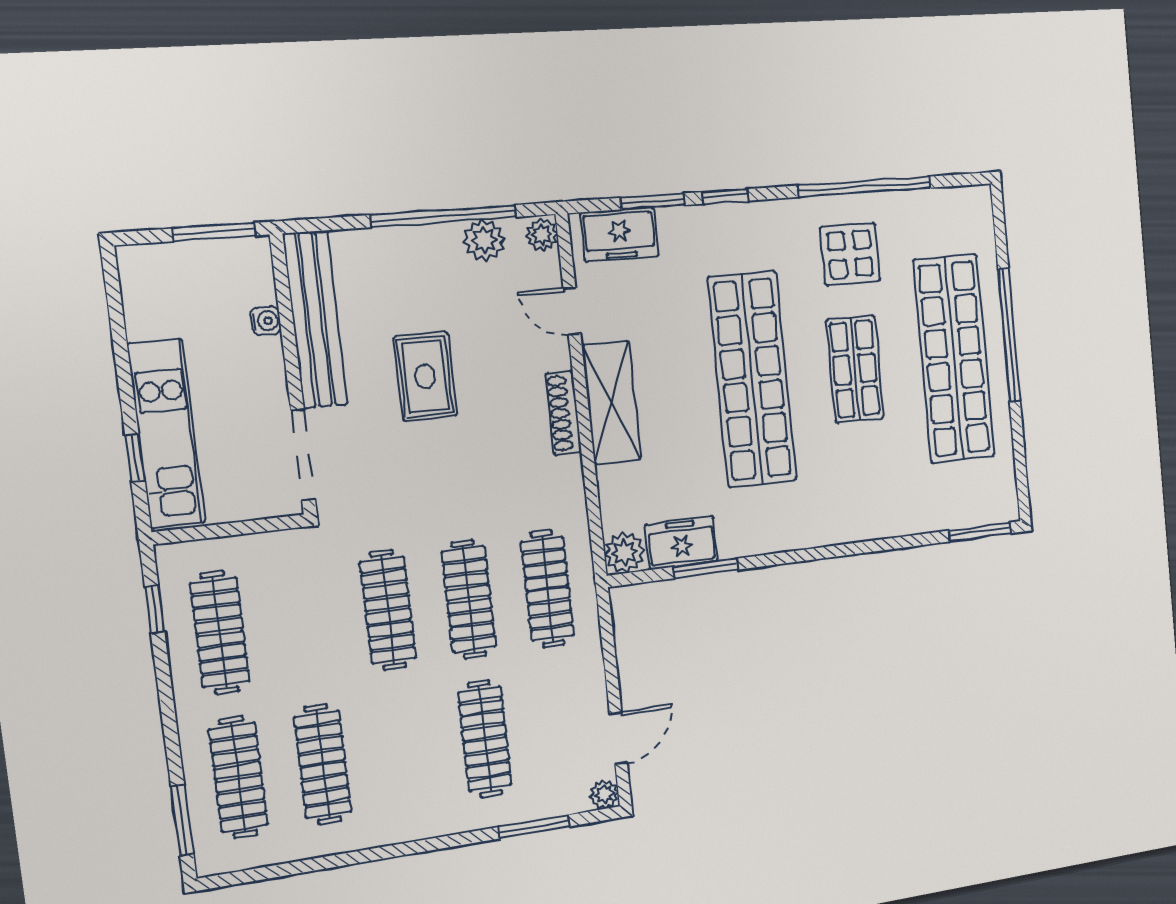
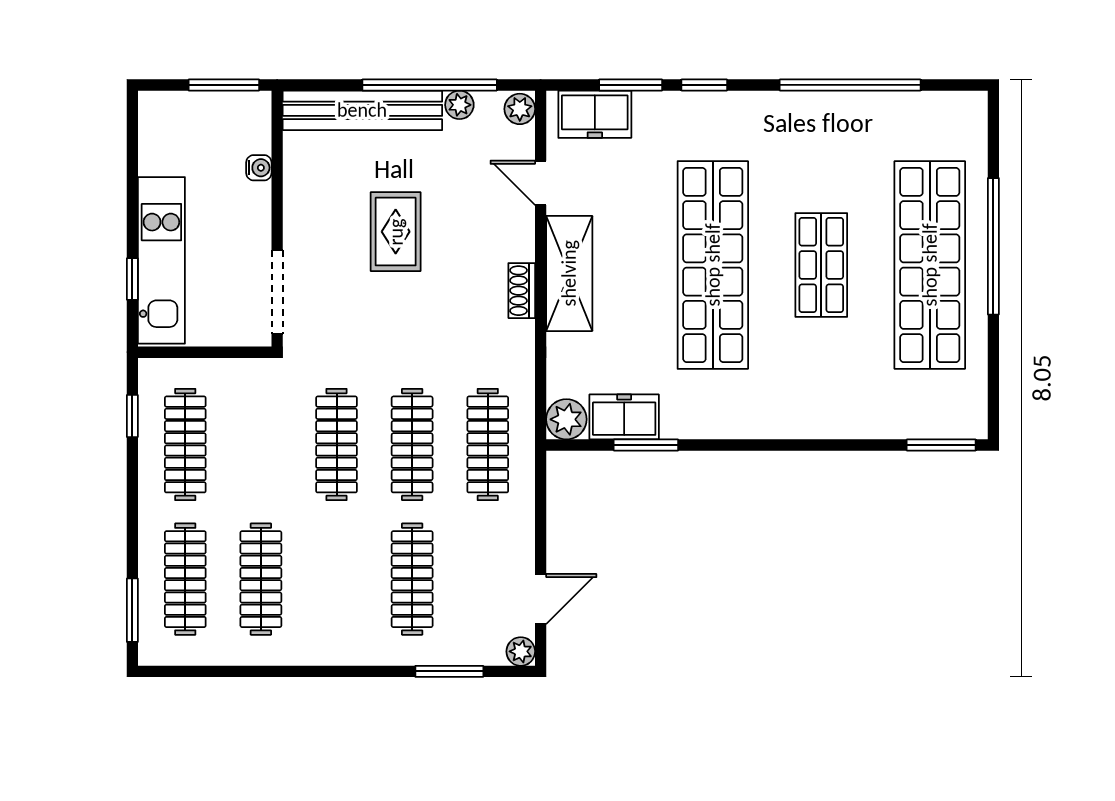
plant: (484, 240) -> (459, 105), width x0.73, depth x0.73
display table: (850, 254) -> (828, 151), removed
bench: (315, 319) -> (362, 110), moved, turned 90
shoe rack: (563, 413) -> (522, 291), width x0.70

